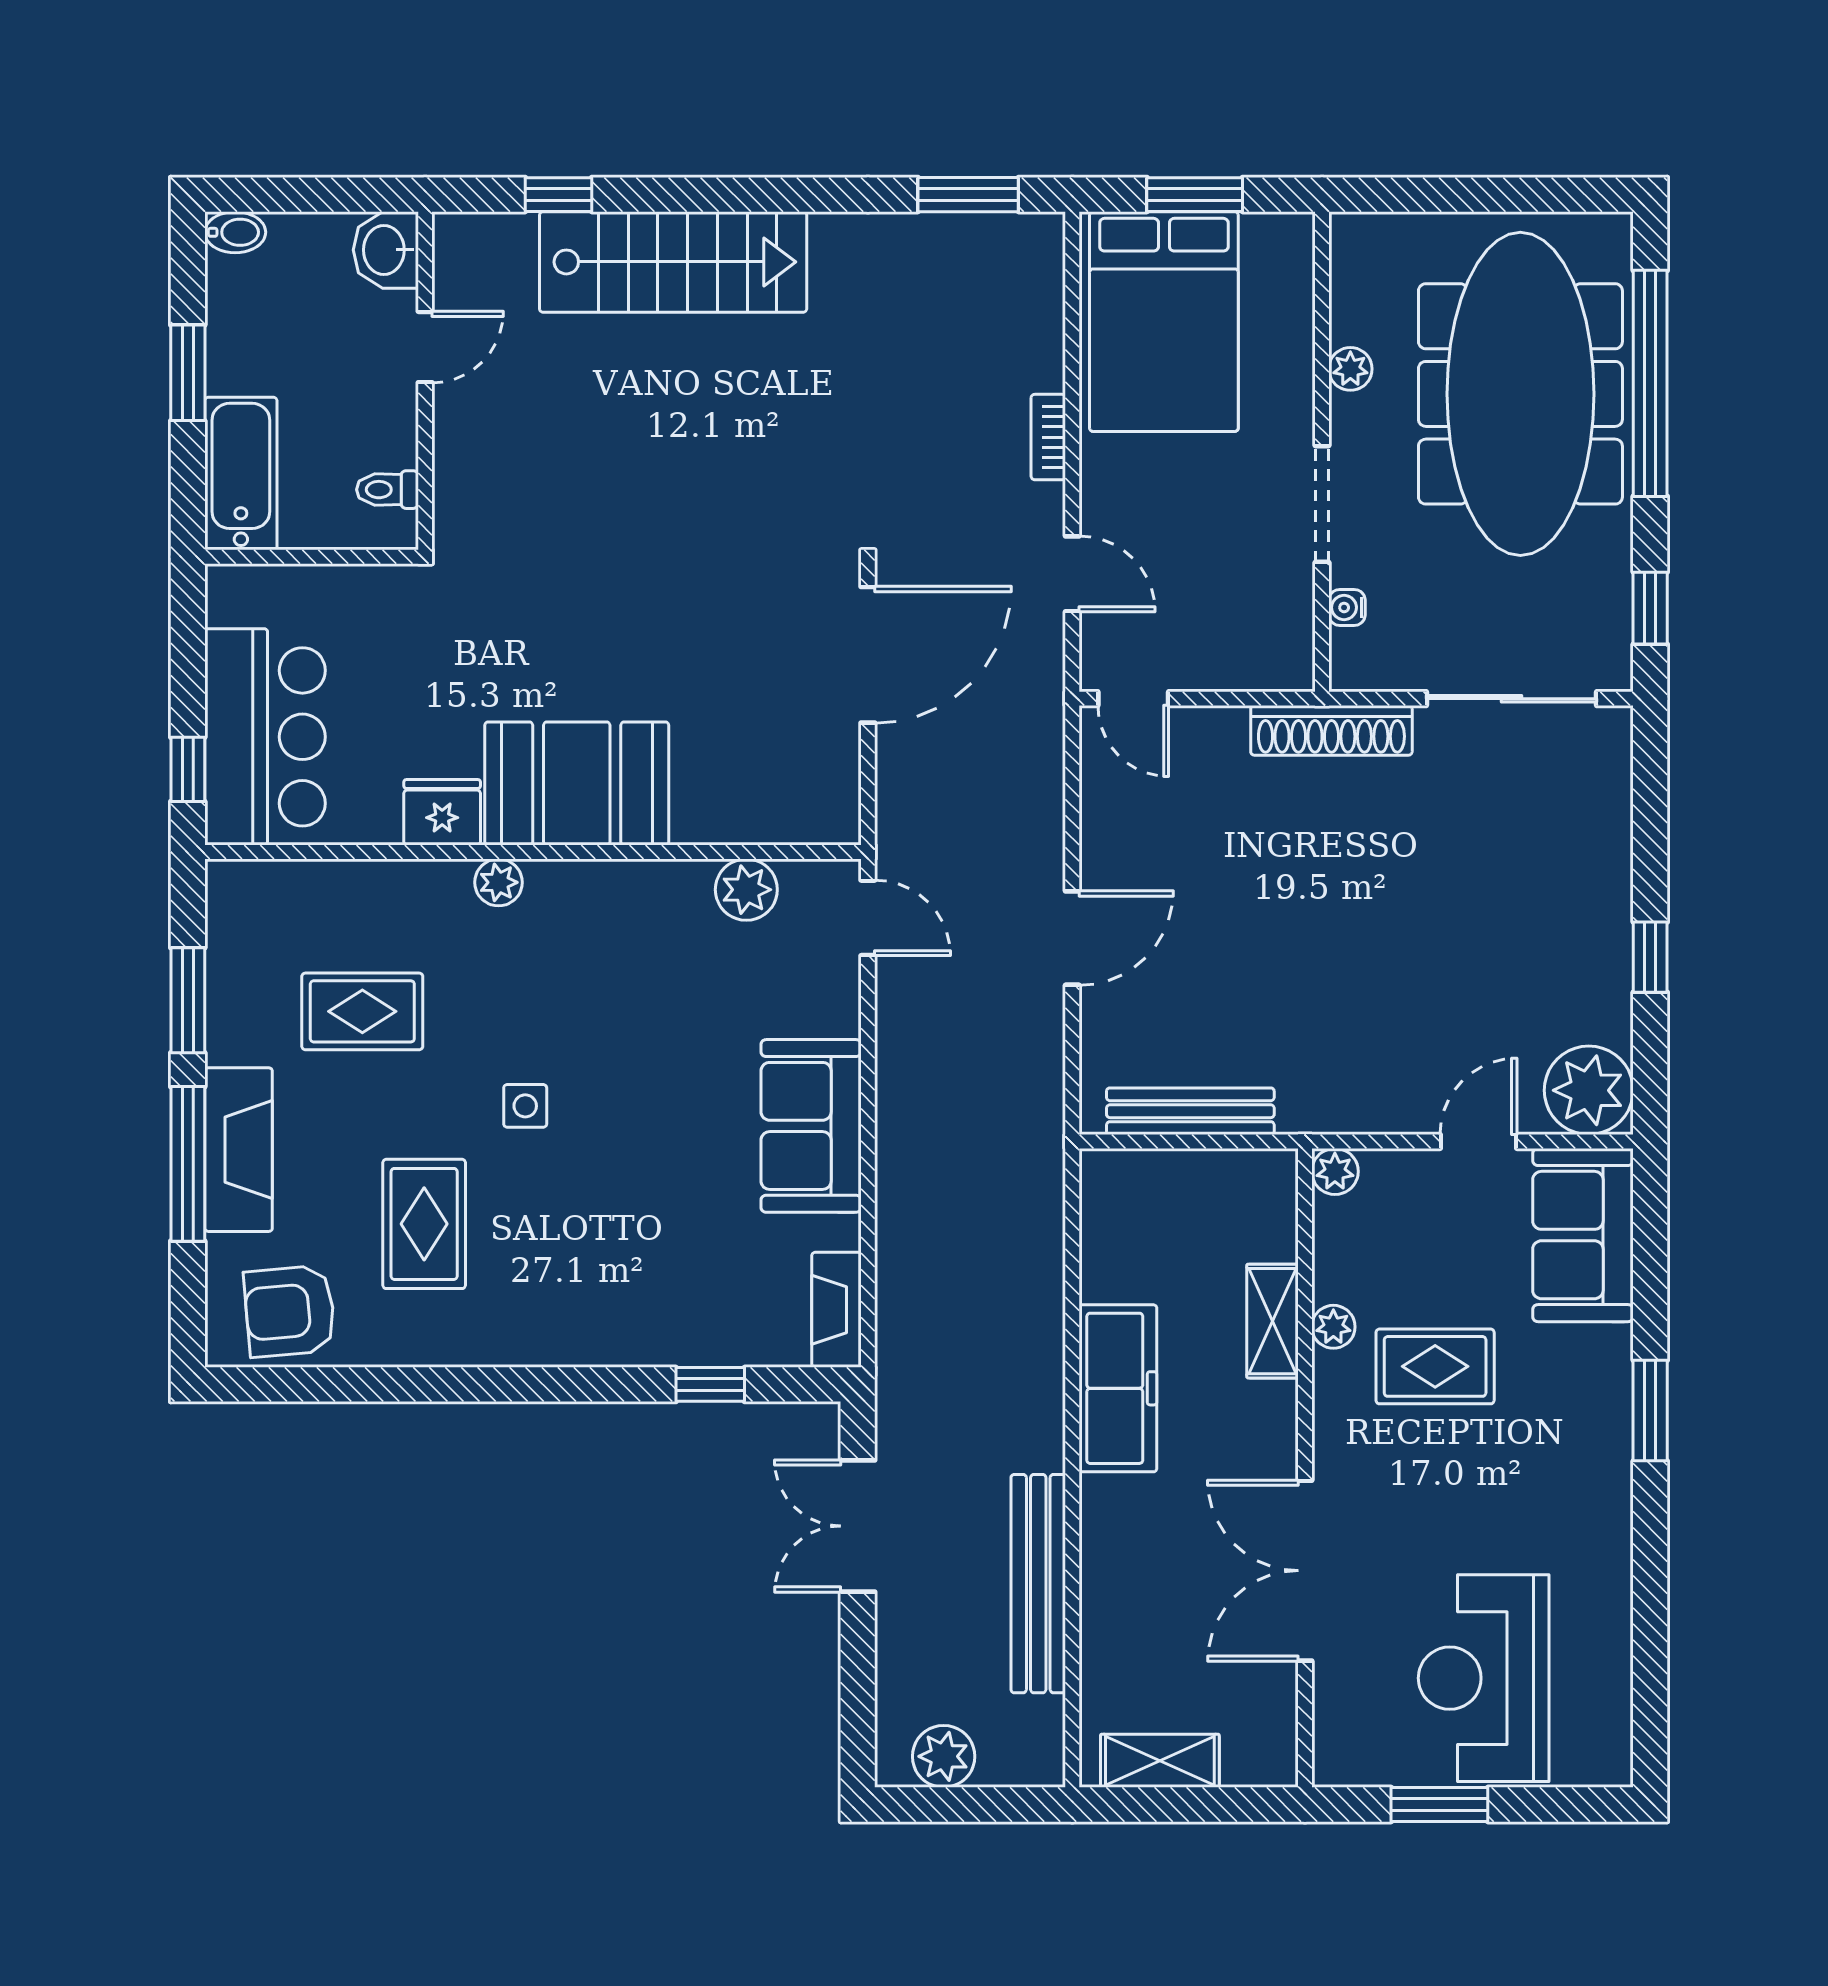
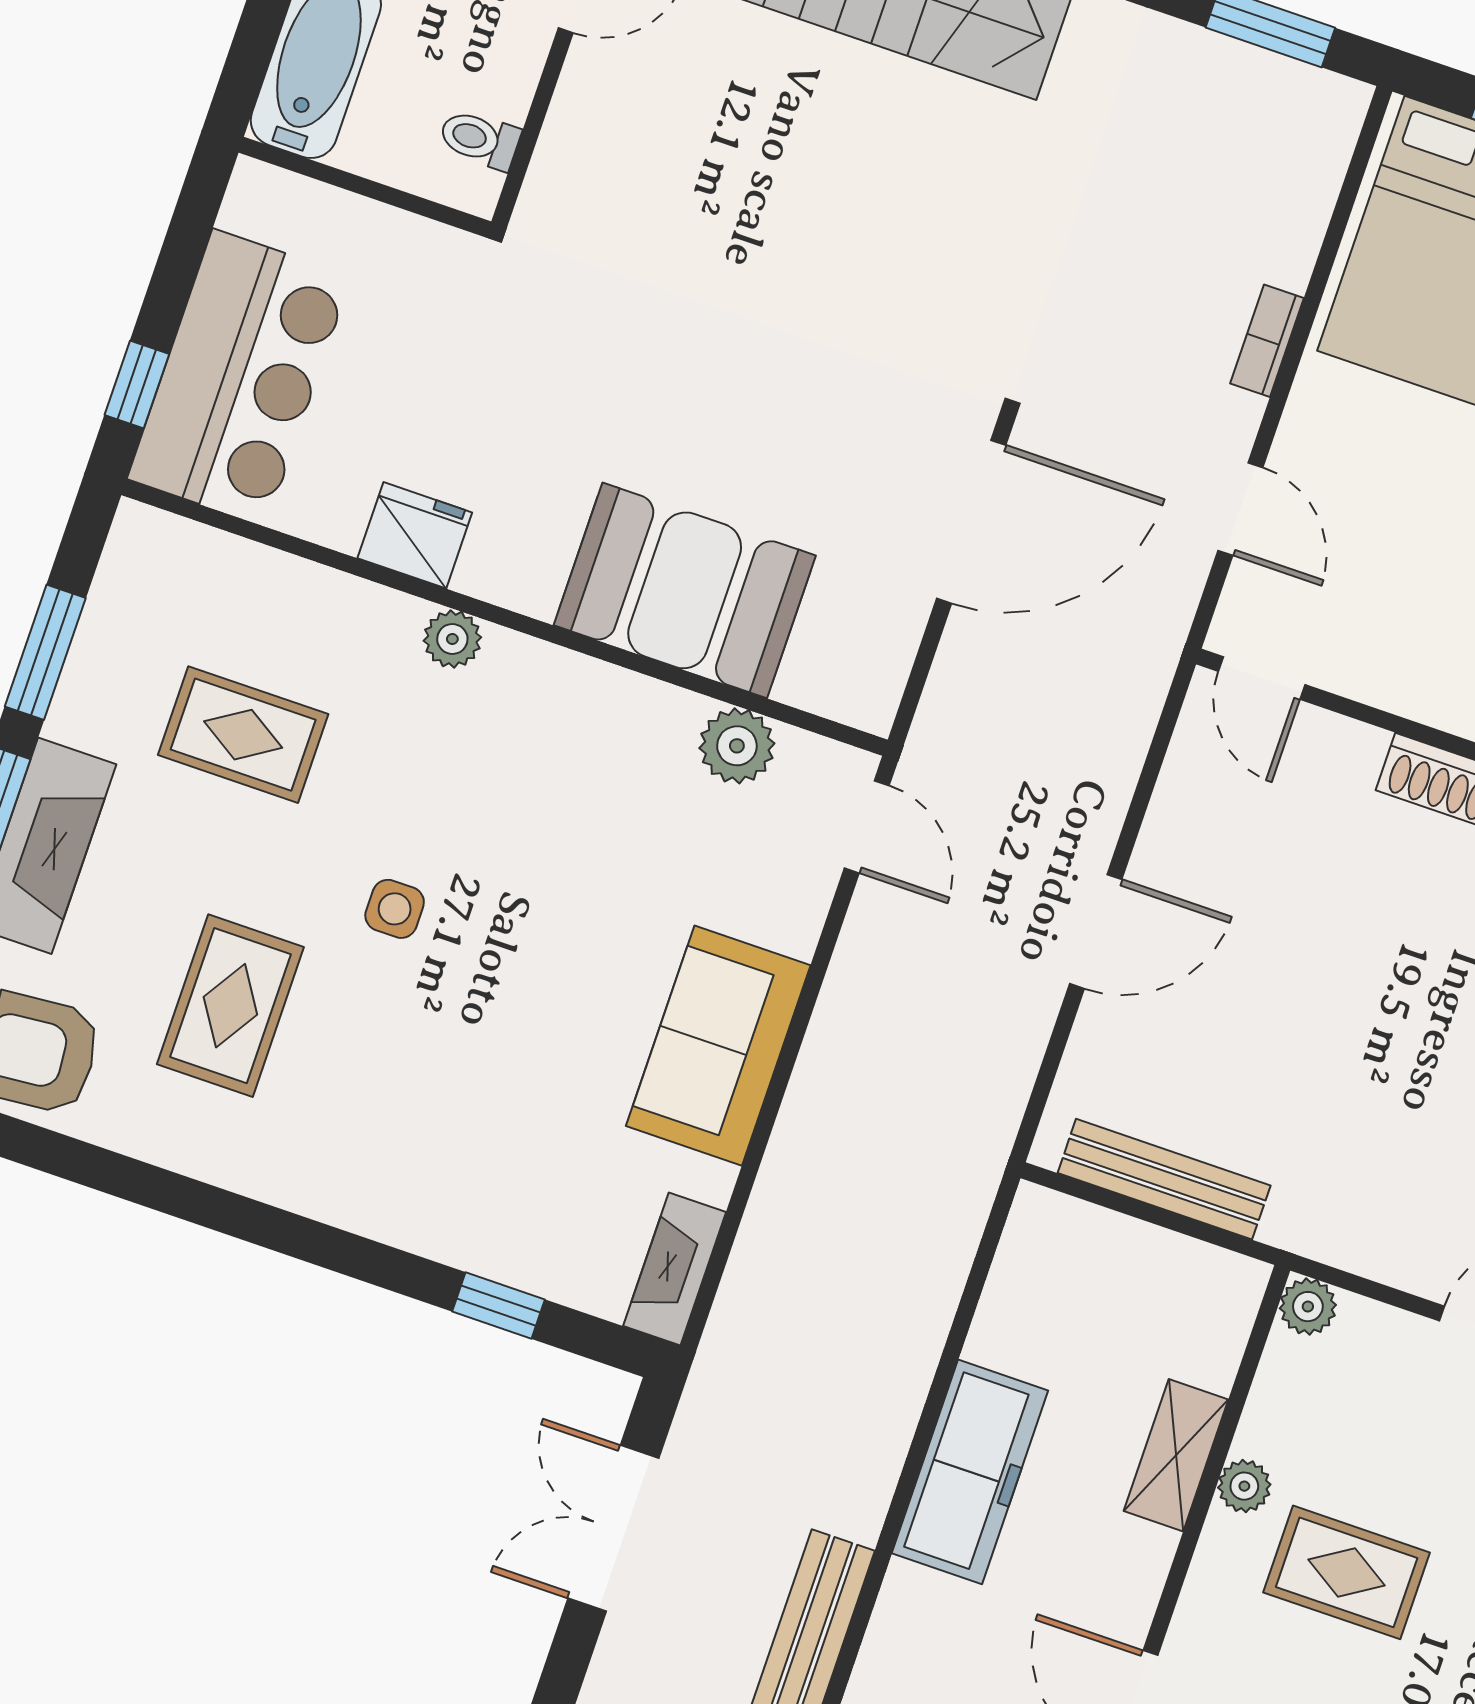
booth: (577, 783) -> (685, 590), moved

